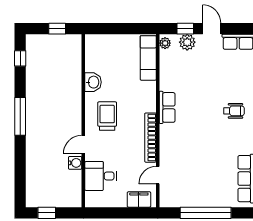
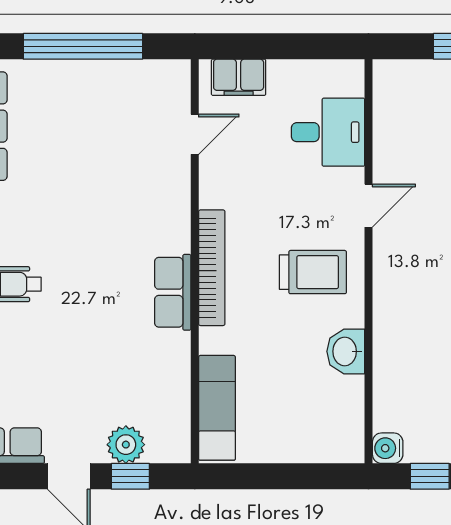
plant: (165, 43) -> (178, 442), removed
trolley: (107, 116) -> (313, 272), turned -90
bookcase: (150, 138) -> (212, 268), moved
water cooler: (75, 163) -> (388, 448), moved

